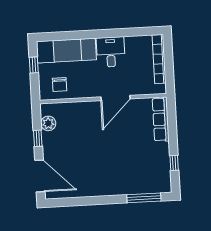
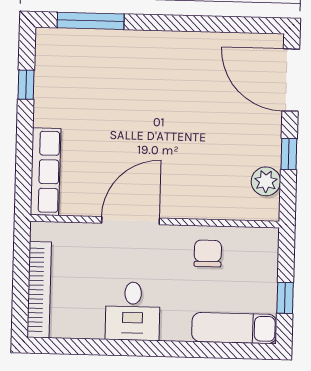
exam couch: (66, 51) -> (234, 328), width x0.73, depth x0.69
chair: (60, 84) -> (208, 253), moved

